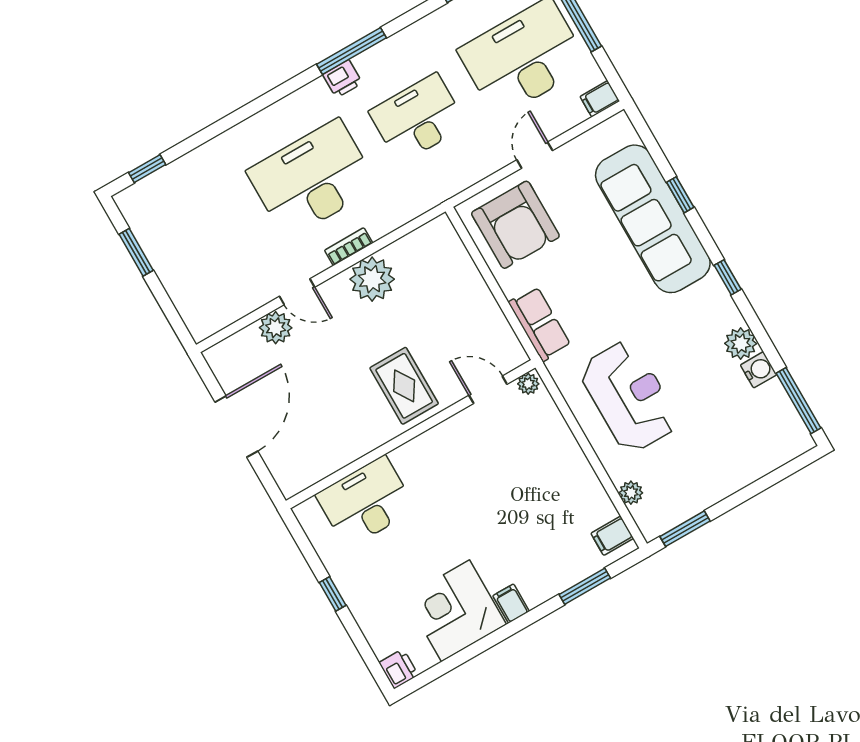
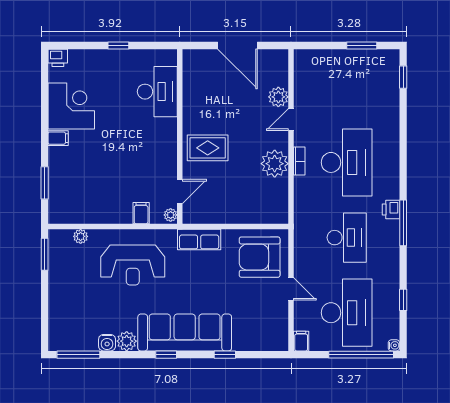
sofa: (653, 219) -> (185, 332), moved
filing cabinet: (612, 536) -> (141, 213), moved

